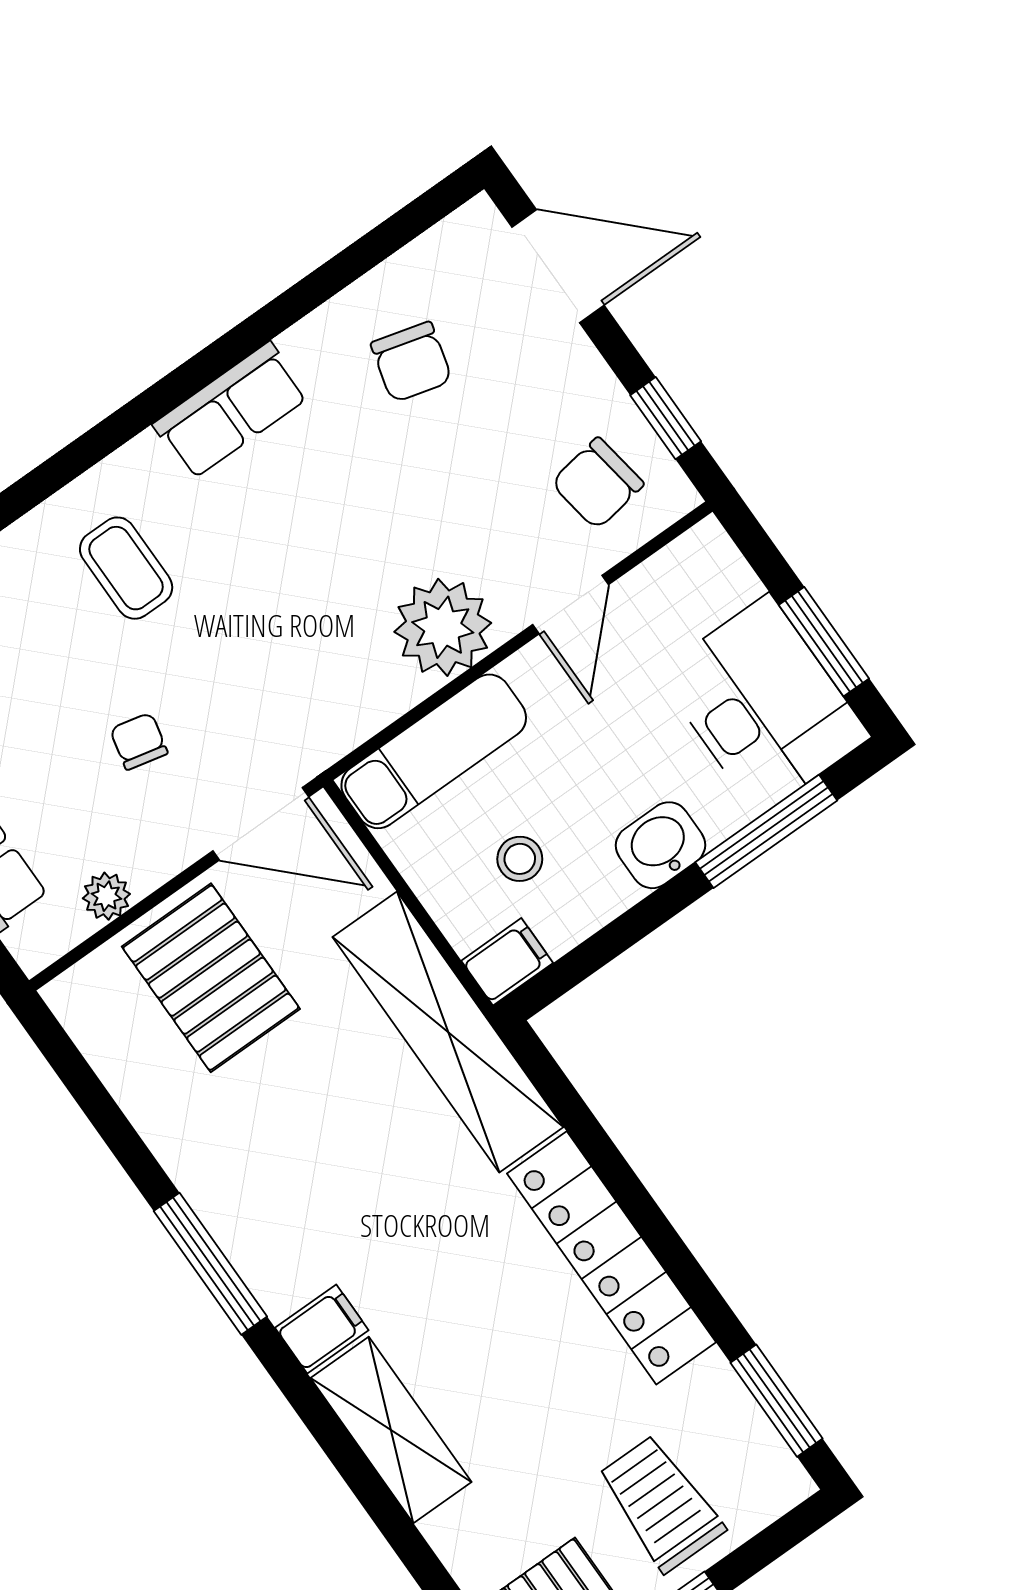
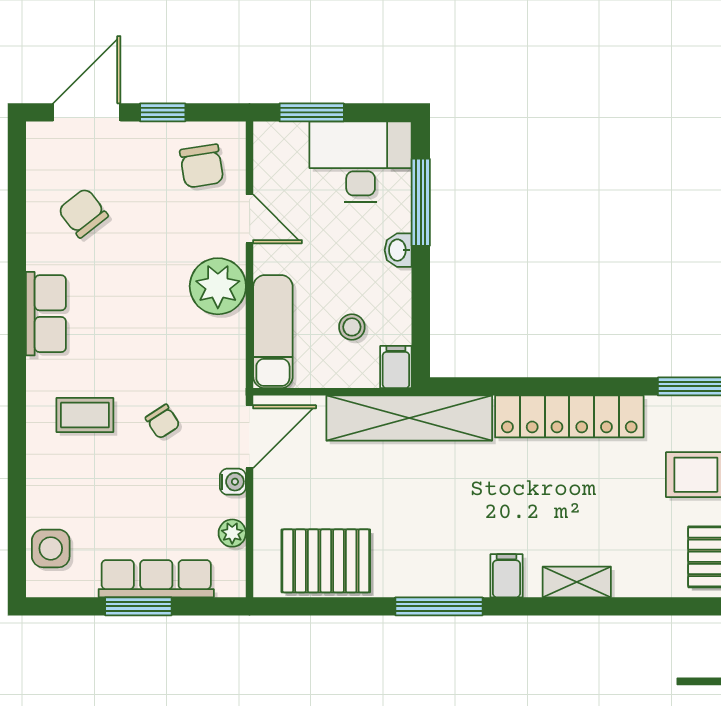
chair: (411, 362) -> (83, 213), turned -143
window: (666, 418) -> (163, 112), moved
window: (824, 642) -> (312, 112), moved
chair: (139, 741) -> (163, 422), moved, turned -136
water cooler: (180, 845) -> (233, 482), added
washbasin: (661, 845) -> (398, 250), width x0.72, depth x0.69
pallet: (211, 978) -> (326, 561), moved
shelving: (391, 1430) -> (577, 582), width x0.67, depth x0.75

